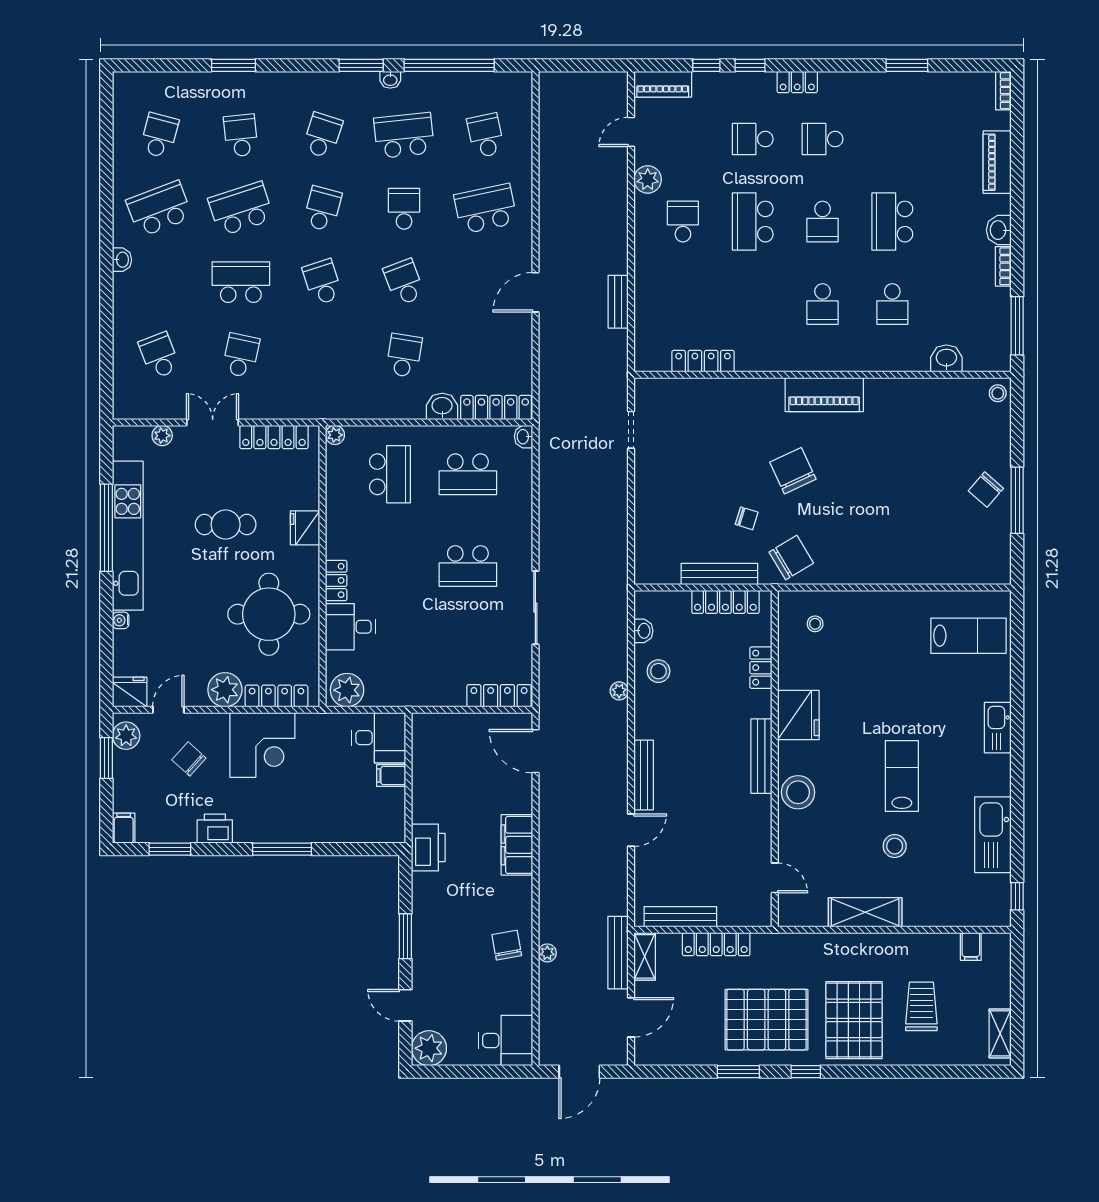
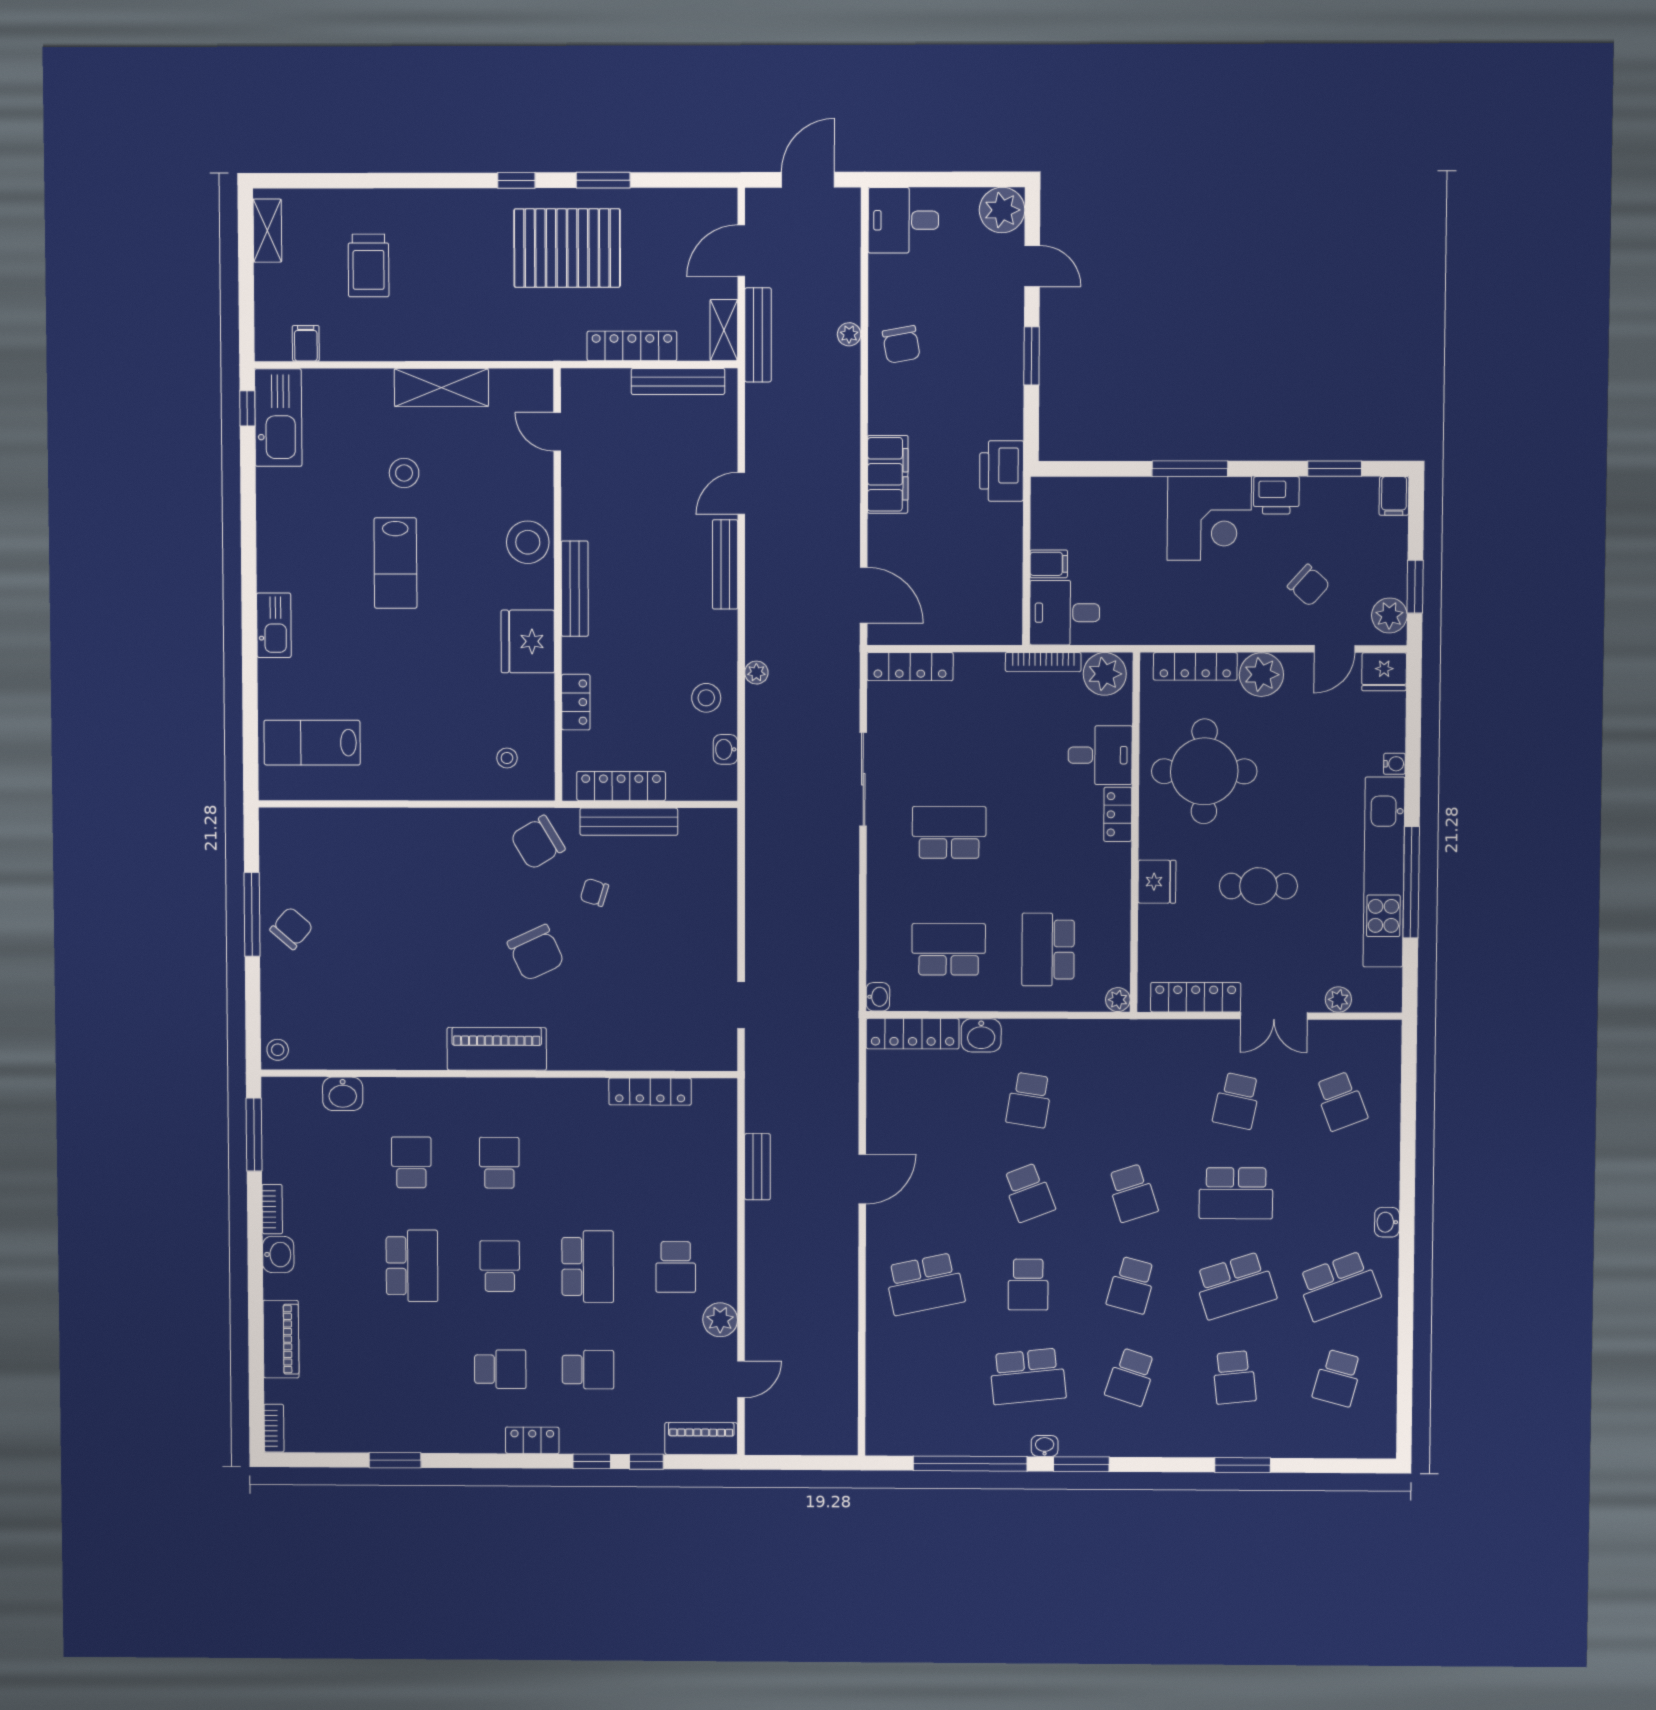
school desk: (486, 135) -> (924, 1376), removed
bookcase: (395, 699) -> (1043, 662), added
corner desk: (262, 745) -> (1209, 518), moved, turned 180
kitchen sink: (993, 835) -> (278, 418), moved
pallet: (854, 1020) -> (455, 248), removed

